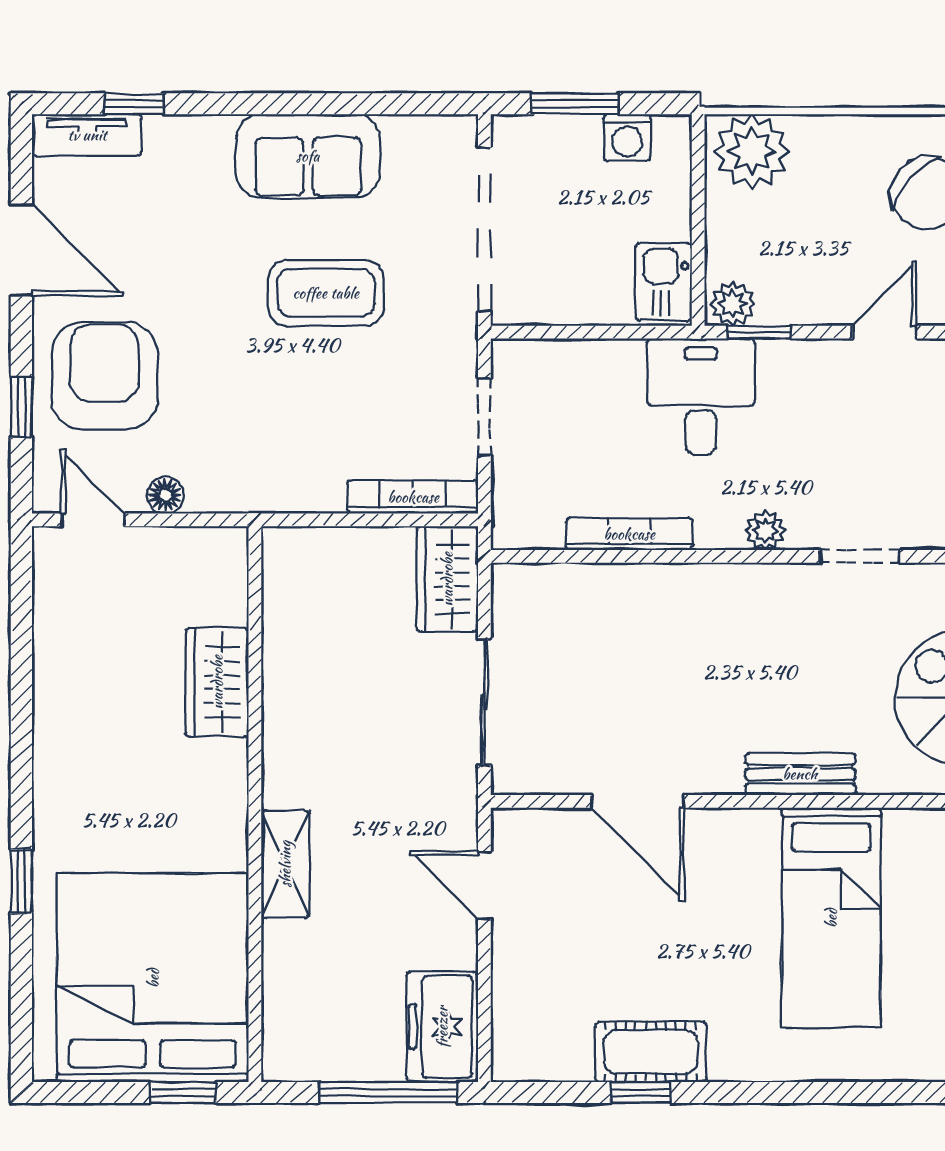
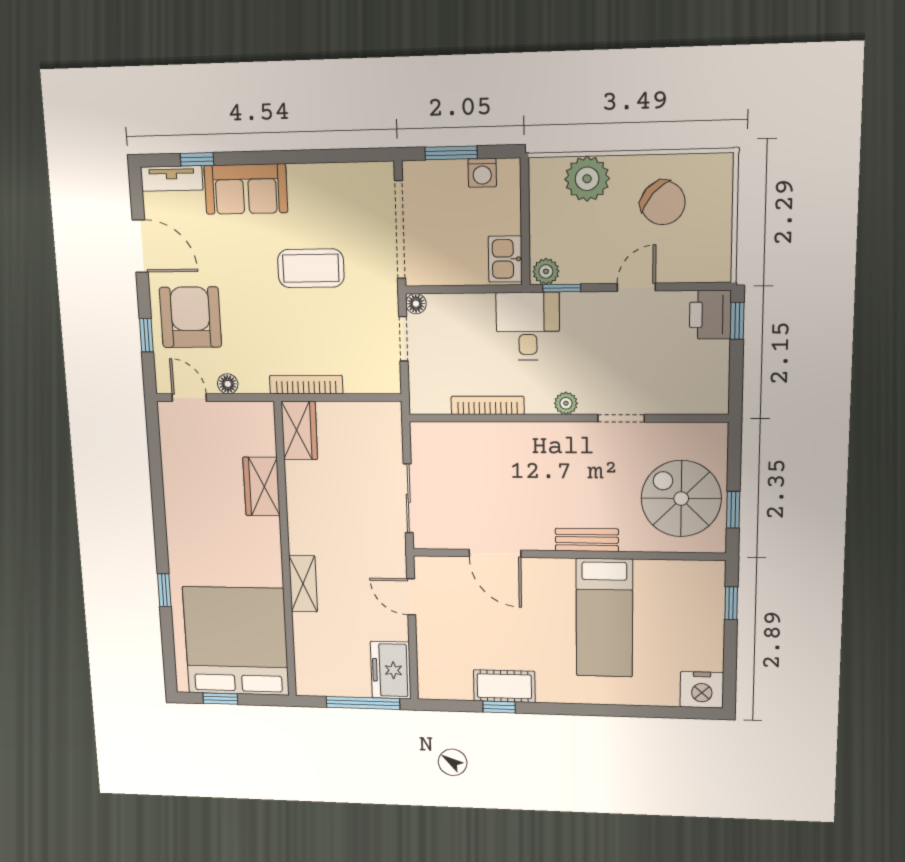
plant: (752, 151) -> (587, 179), moved
sofa: (308, 156) -> (246, 189), moved
floor lamp: (508, 356) -> (416, 304), added
bookcase: (413, 497) -> (306, 385), moved
wardrobe: (447, 579) -> (299, 430), moved, turned 180
window: (183, 1092) -> (220, 699), moved

